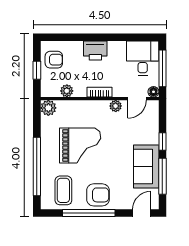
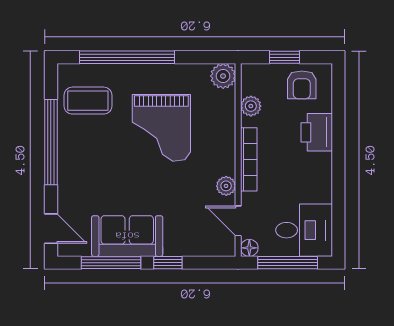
printer: (95, 51) -> (317, 132), moved
bookcase: (99, 92) -> (249, 159), width x1.56
armchair: (98, 195) -> (81, 157), removed

